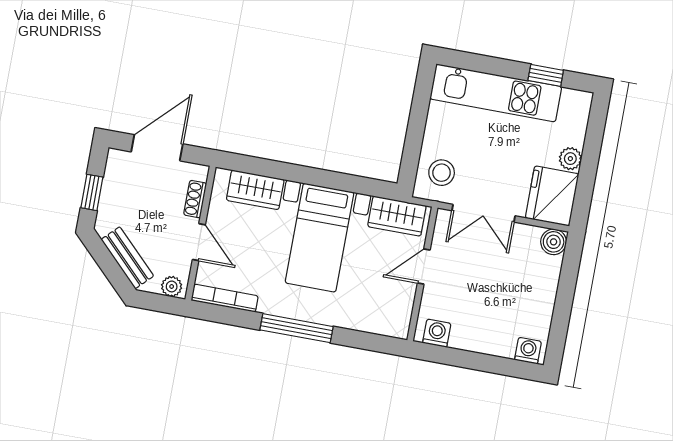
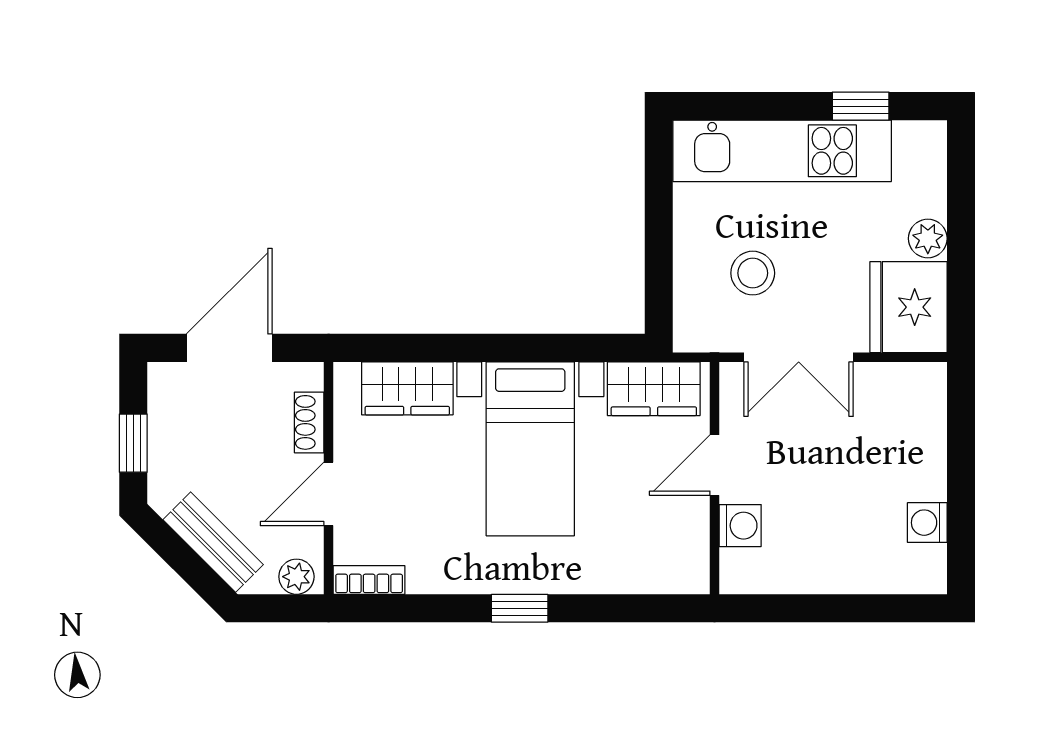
stool: (442, 173) -> (753, 273), moved
door: (199, 242) -> (329, 494), swing flipped
boiler: (554, 242) -> (925, 384), removed
bookcase: (225, 298) -> (369, 580), width x0.64
window: (297, 328) -> (520, 608), width x0.46
washing machine: (437, 333) -> (740, 526), moved, turned 90
washing machine: (528, 351) -> (927, 523), moved, turned -90

